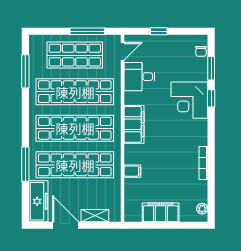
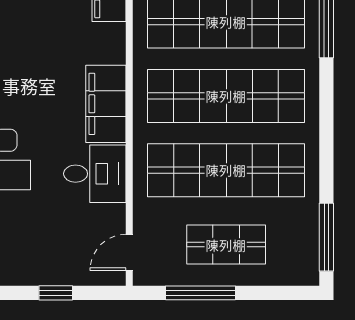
shop shelf: (75, 55) -> (226, 245), width x0.70, depth x0.74
window: (25, 71) -> (326, 237), moved
desk: (139, 77) -> (95, 174), moved

